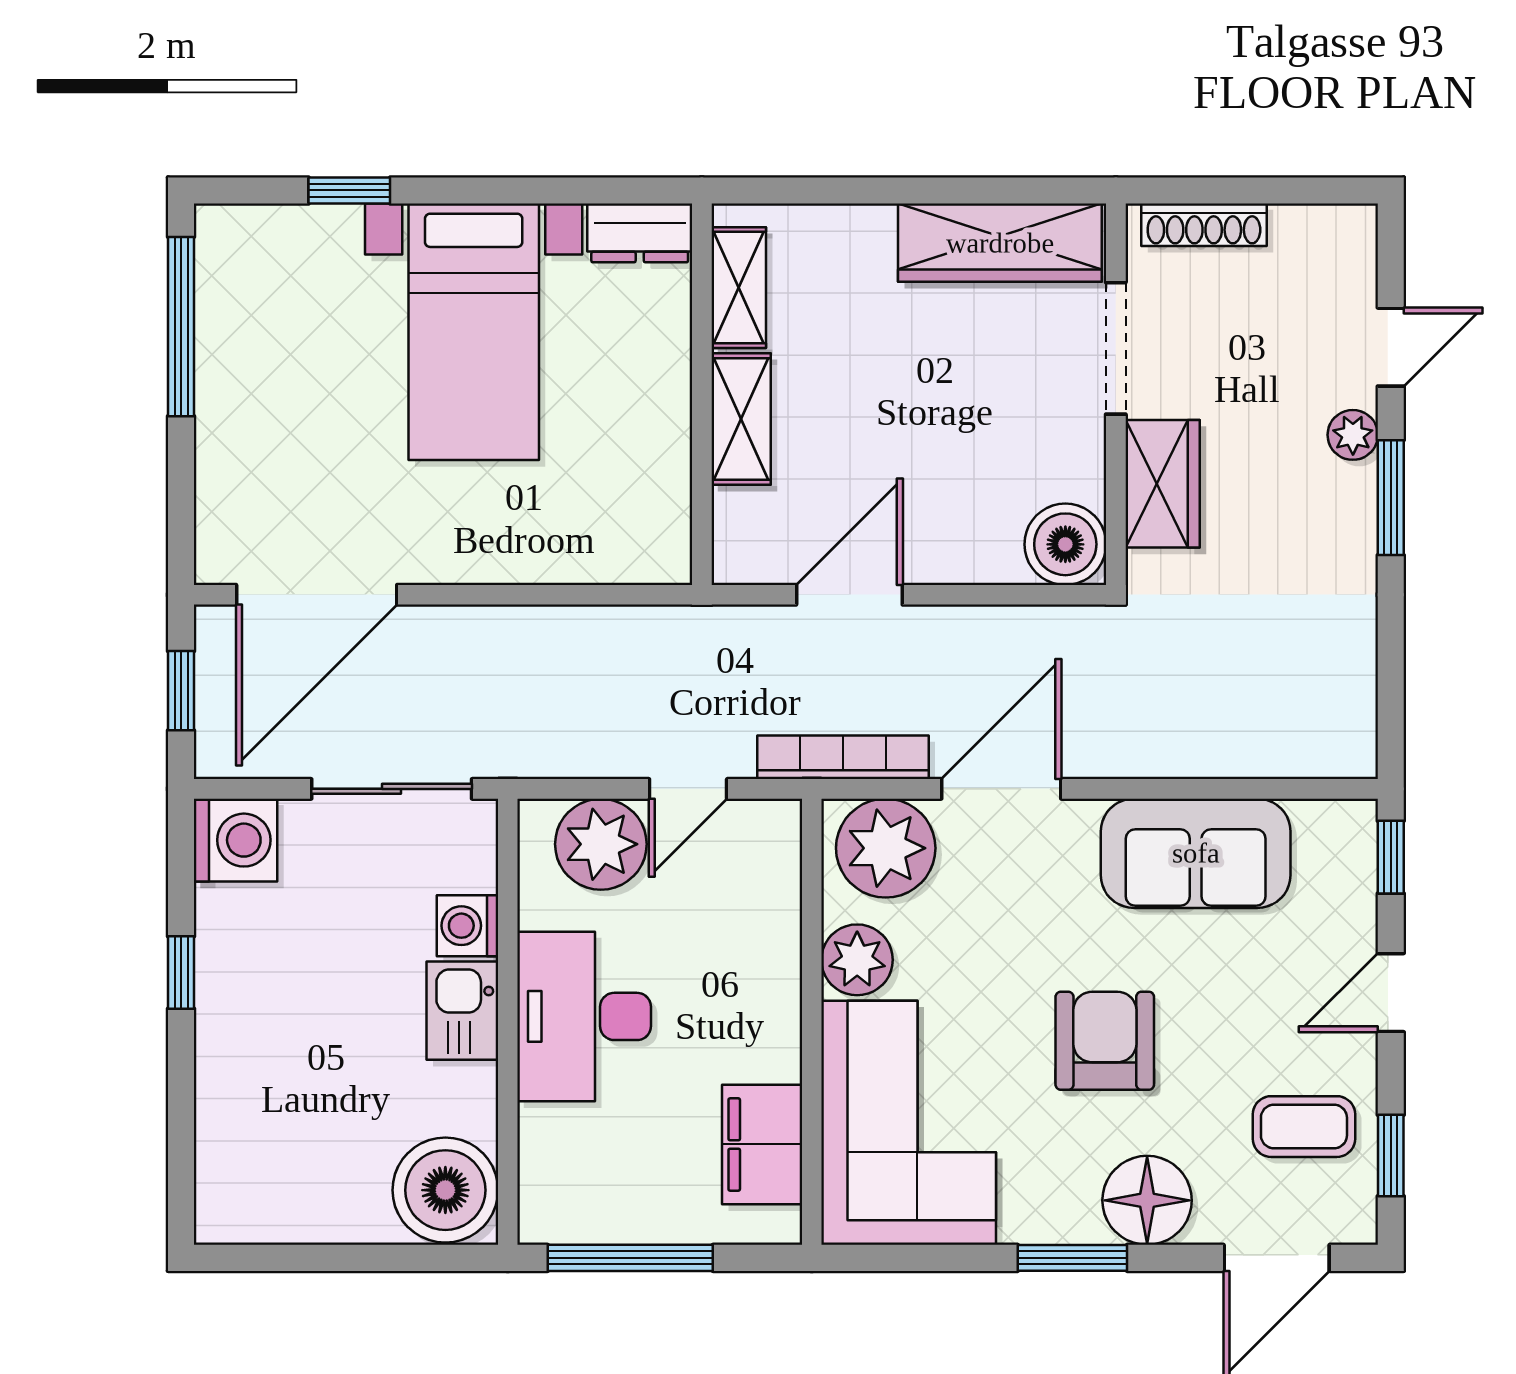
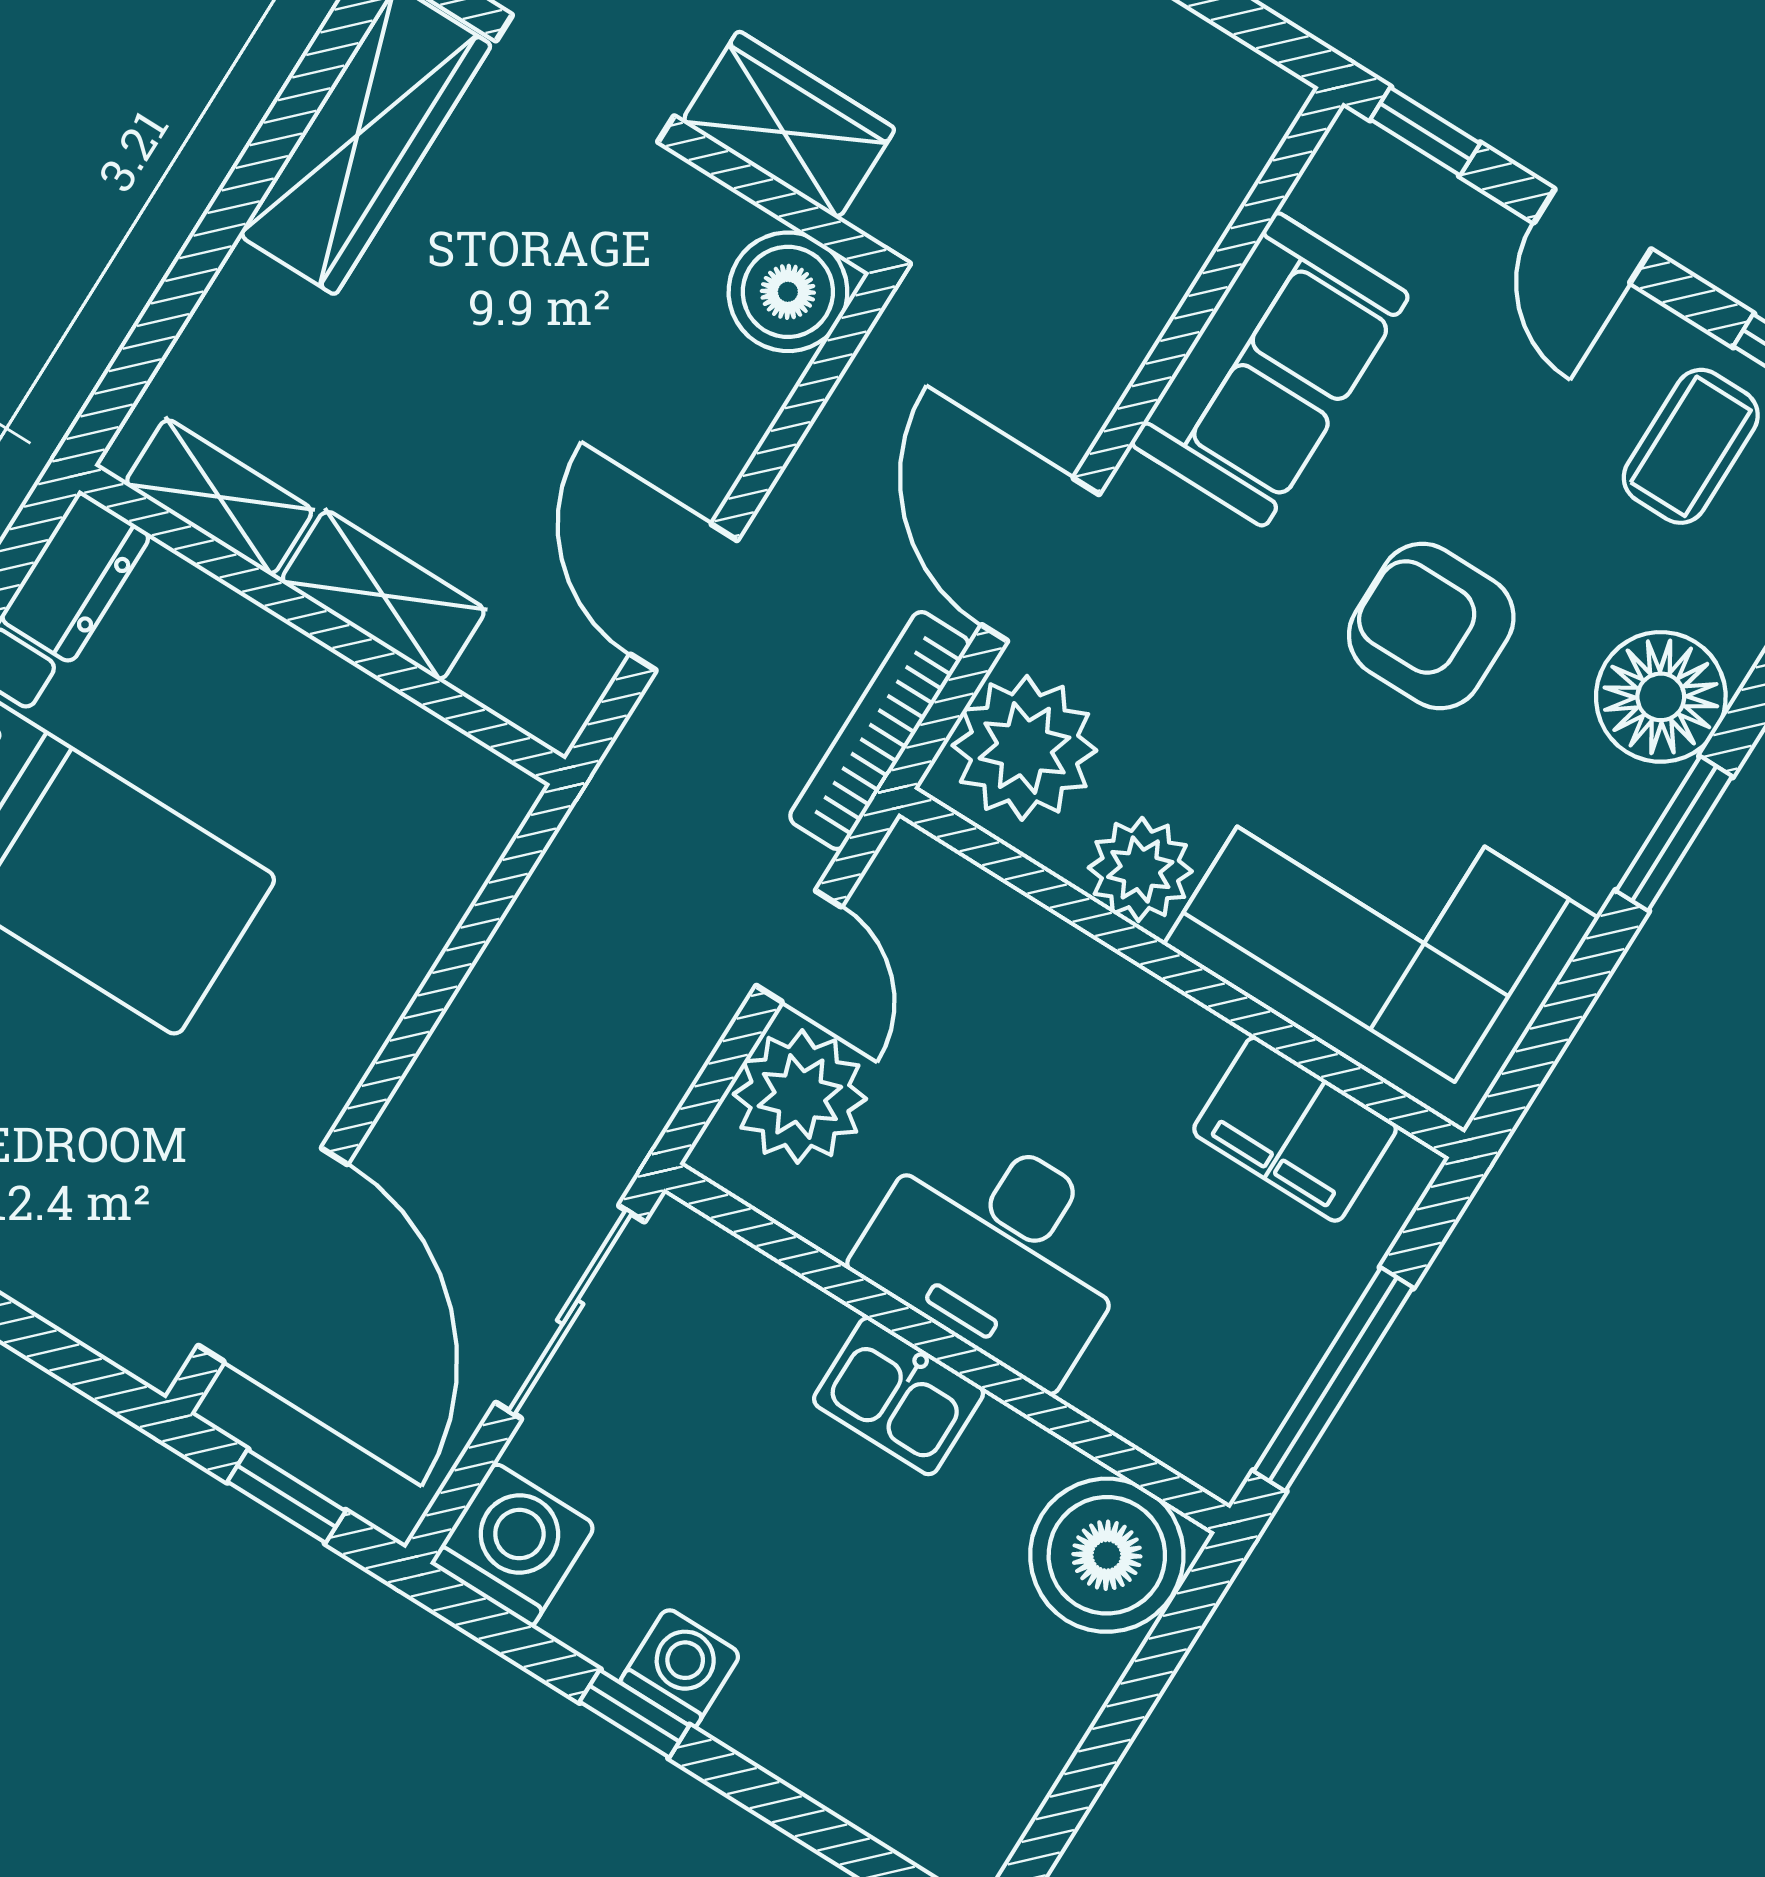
washing machine: (467, 926) -> (680, 1668), moved, turned 180

